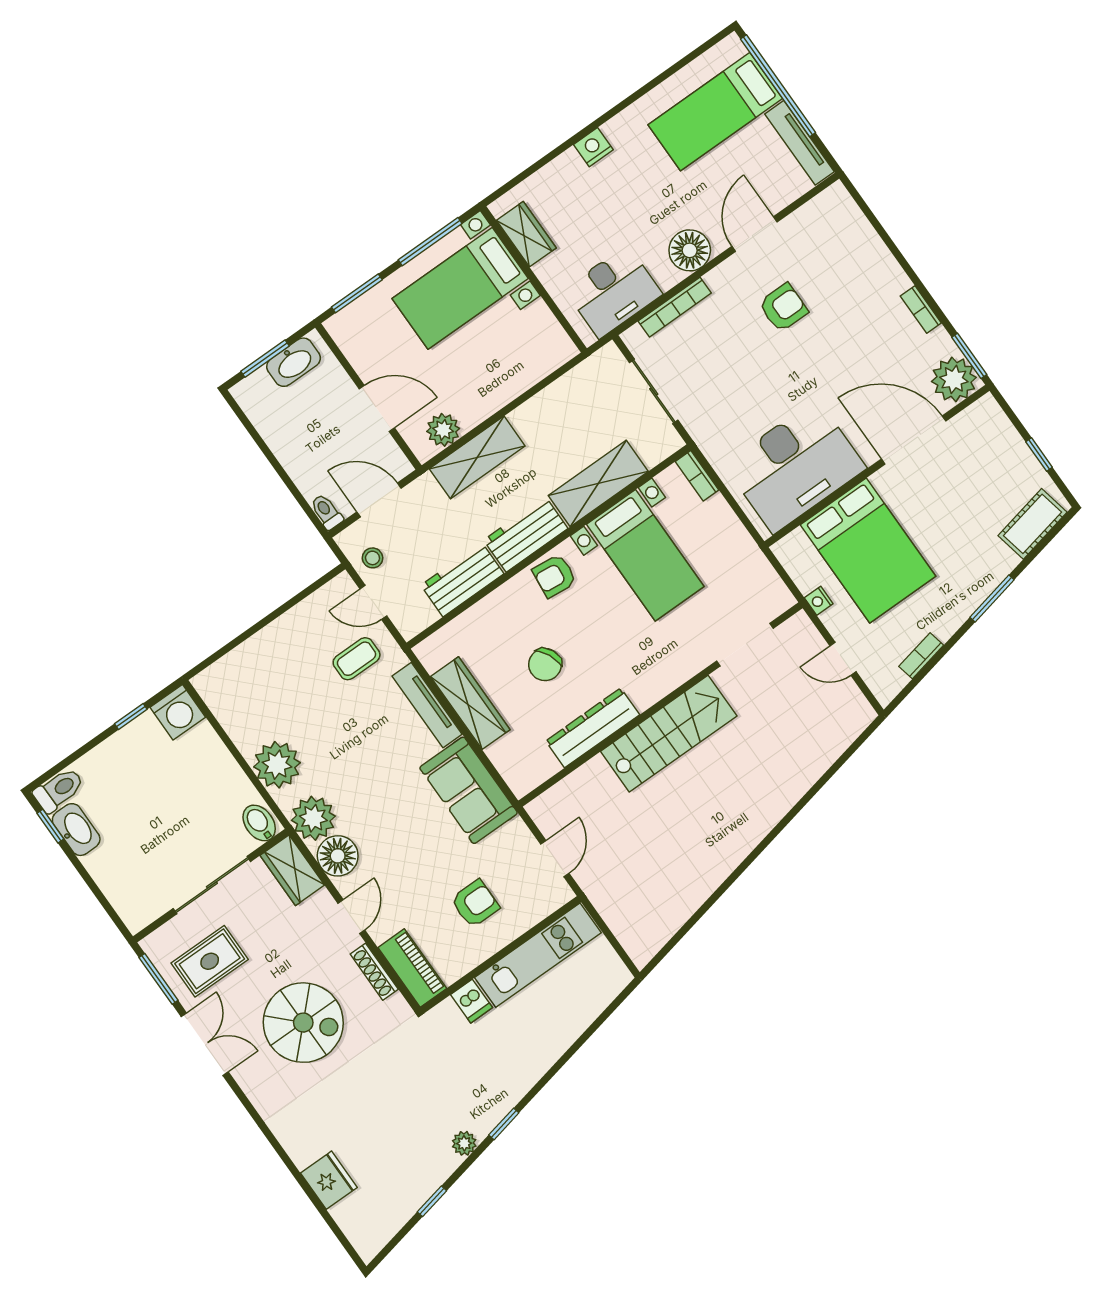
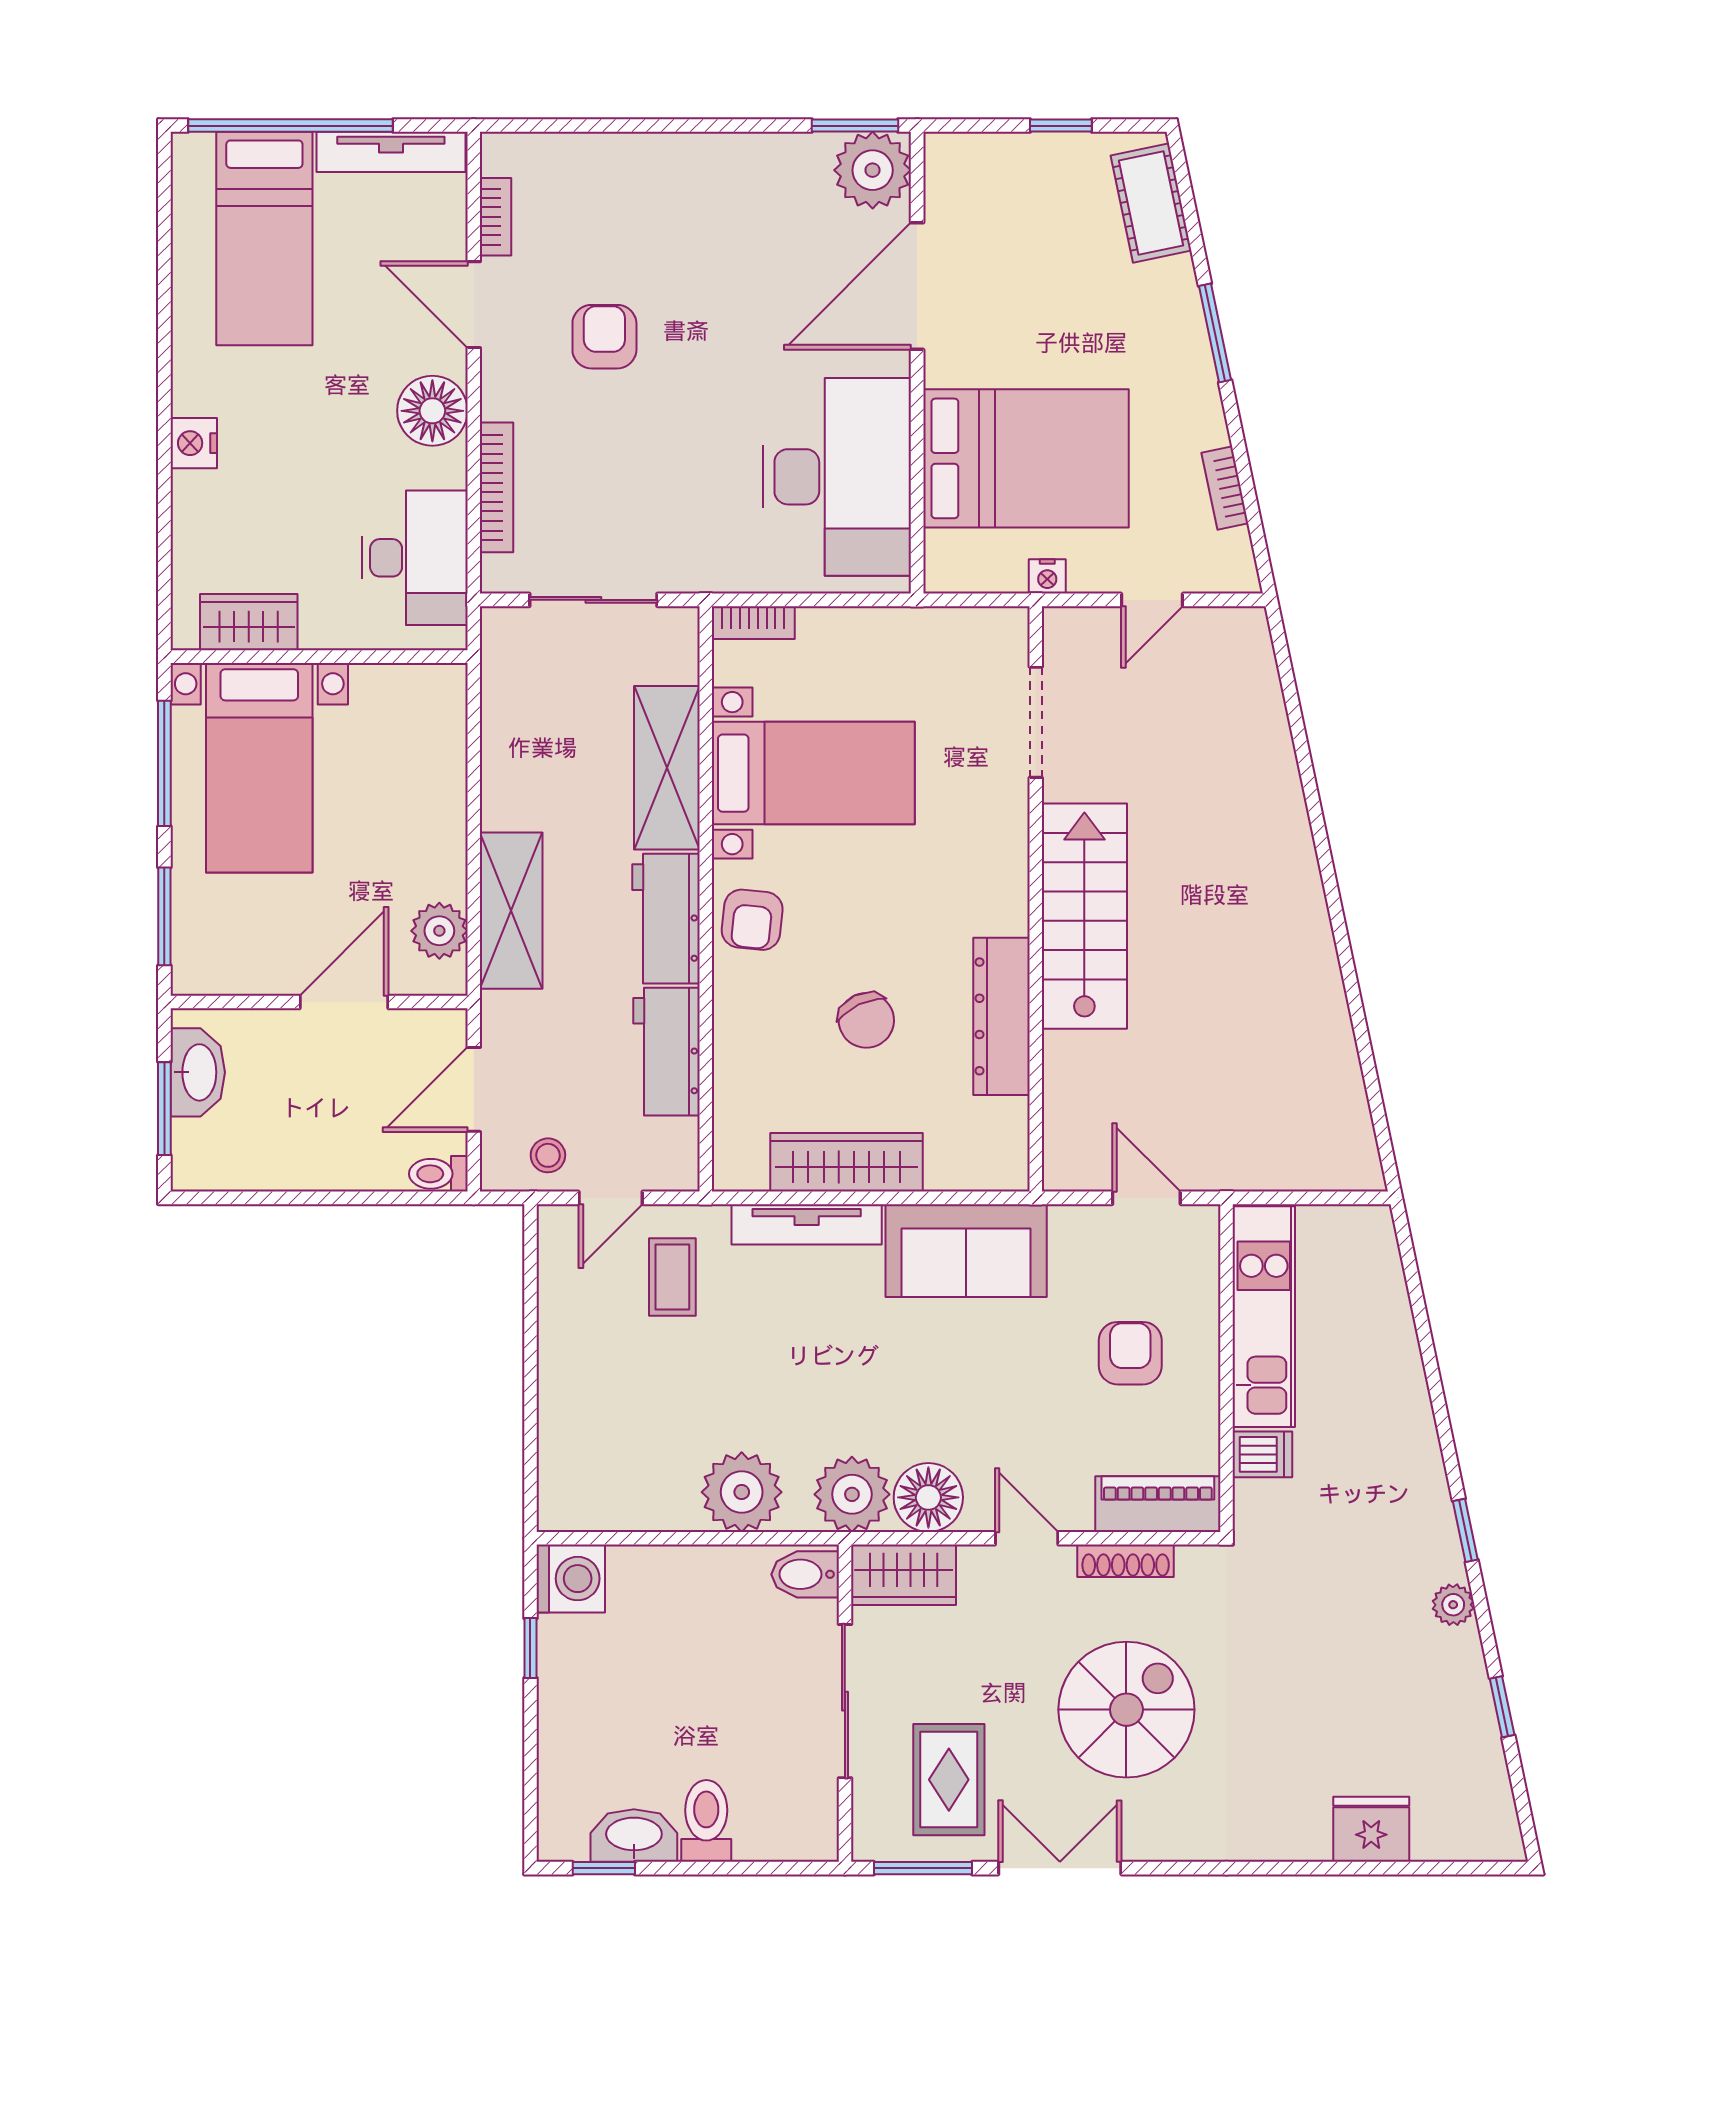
bookcase: (921, 310) -> (495, 217), moved, turned -90
toilet: (59, 790) -> (706, 1821), moved

